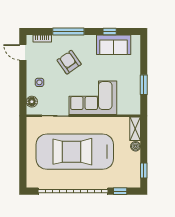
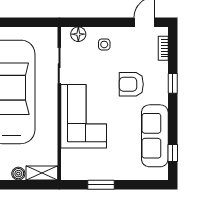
window: (68, 31) -> (173, 83), width x0.46
window: (110, 31) -> (173, 153), moved
sofa: (114, 45) -> (155, 136), width x1.36
armchair: (69, 62) -> (131, 84), turned -145

